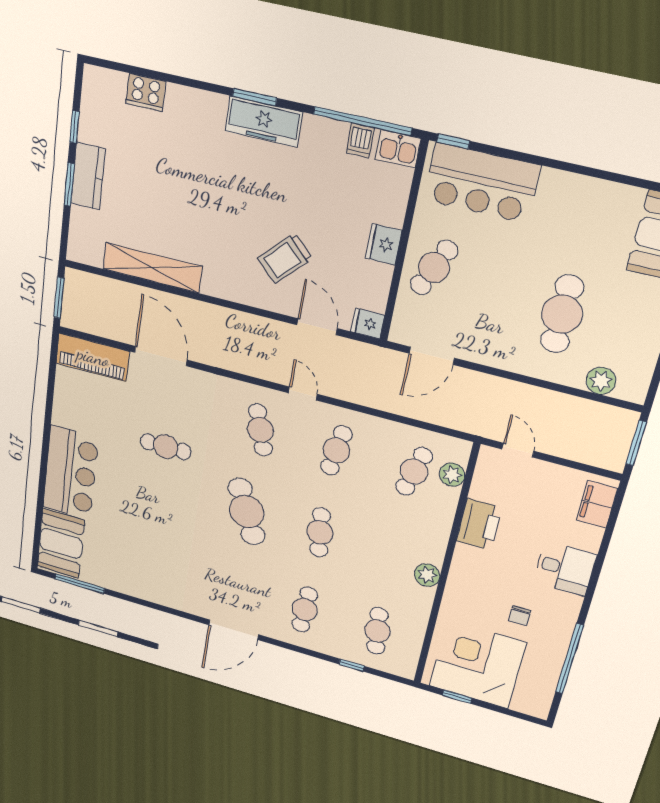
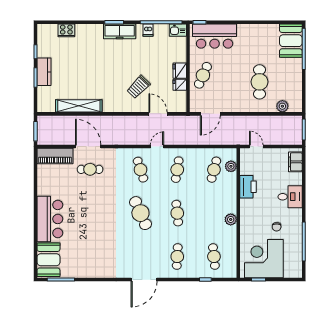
dishwasher: (360, 140) -> (148, 30), moved
fridge: (368, 323) -> (180, 85), moved
door: (303, 394) -> (157, 147), hinge flipped
cafe table: (166, 447) -> (90, 169), moved

